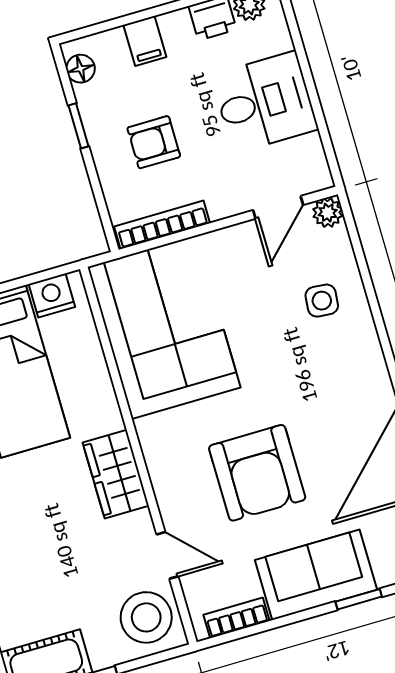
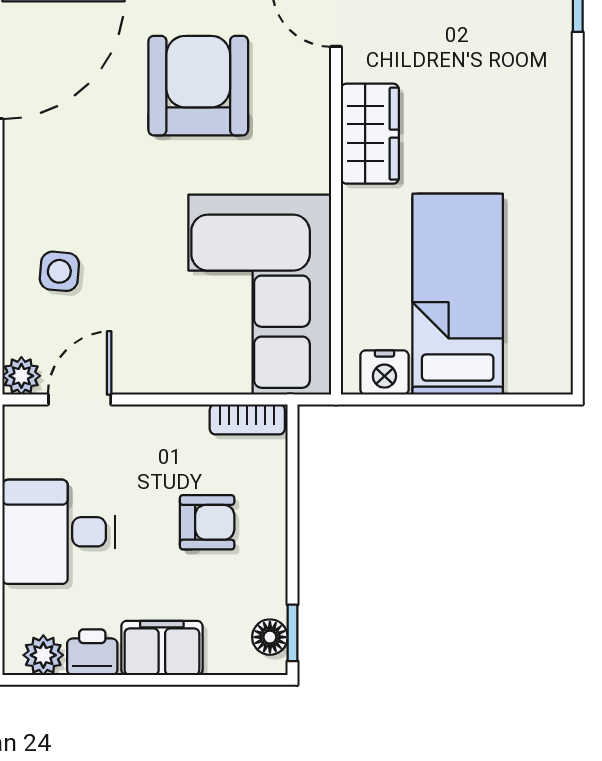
filing cabinet: (145, 41) -> (162, 648), width x2.00
window: (78, 126) -> (292, 633), moved
bookcase: (162, 225) -> (247, 419), width x0.64

